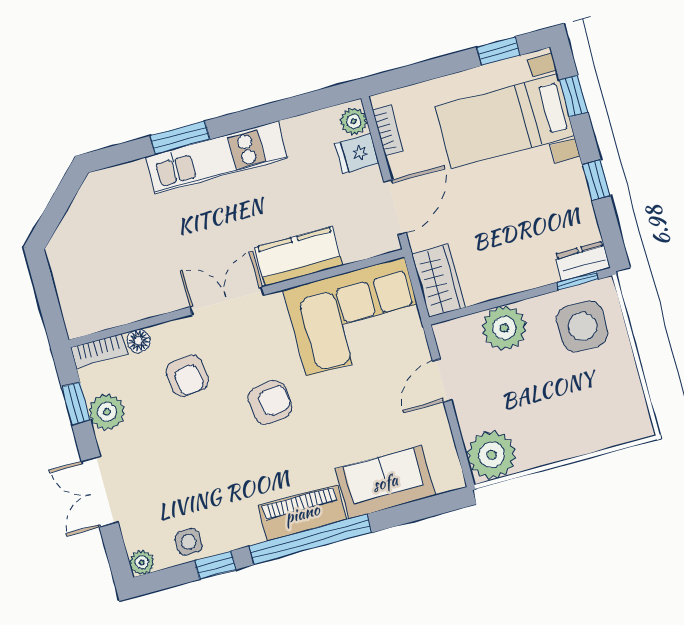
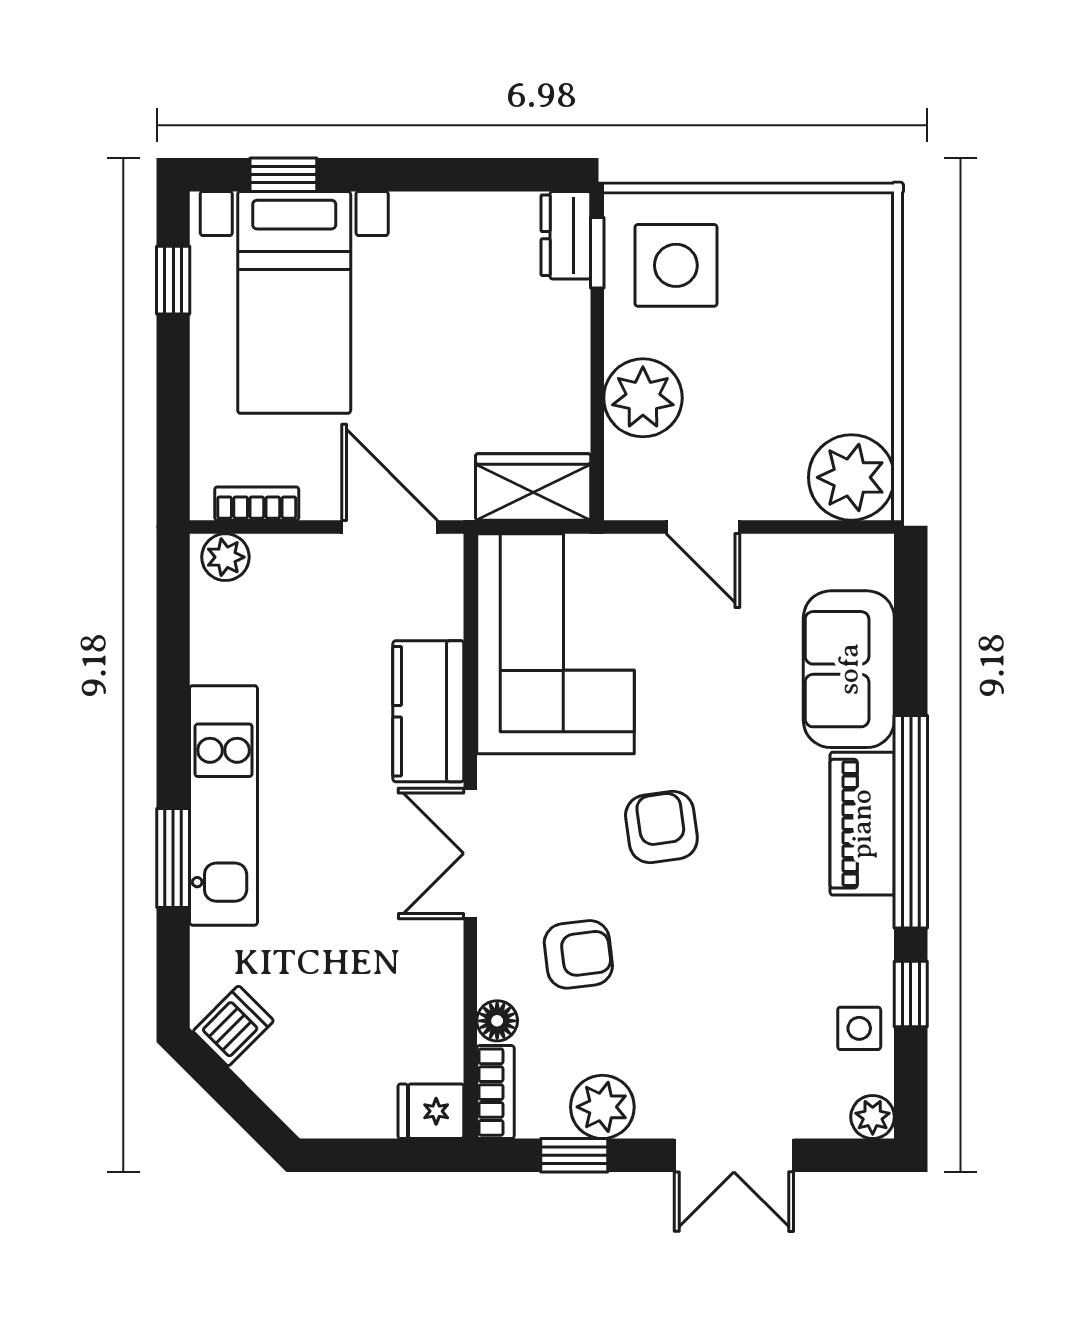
fridge: (357, 153) -> (431, 1111), moved, turned 90
window: (596, 180) -> (436, 175), removed
dishwasher: (96, 196) -> (233, 1026), added

